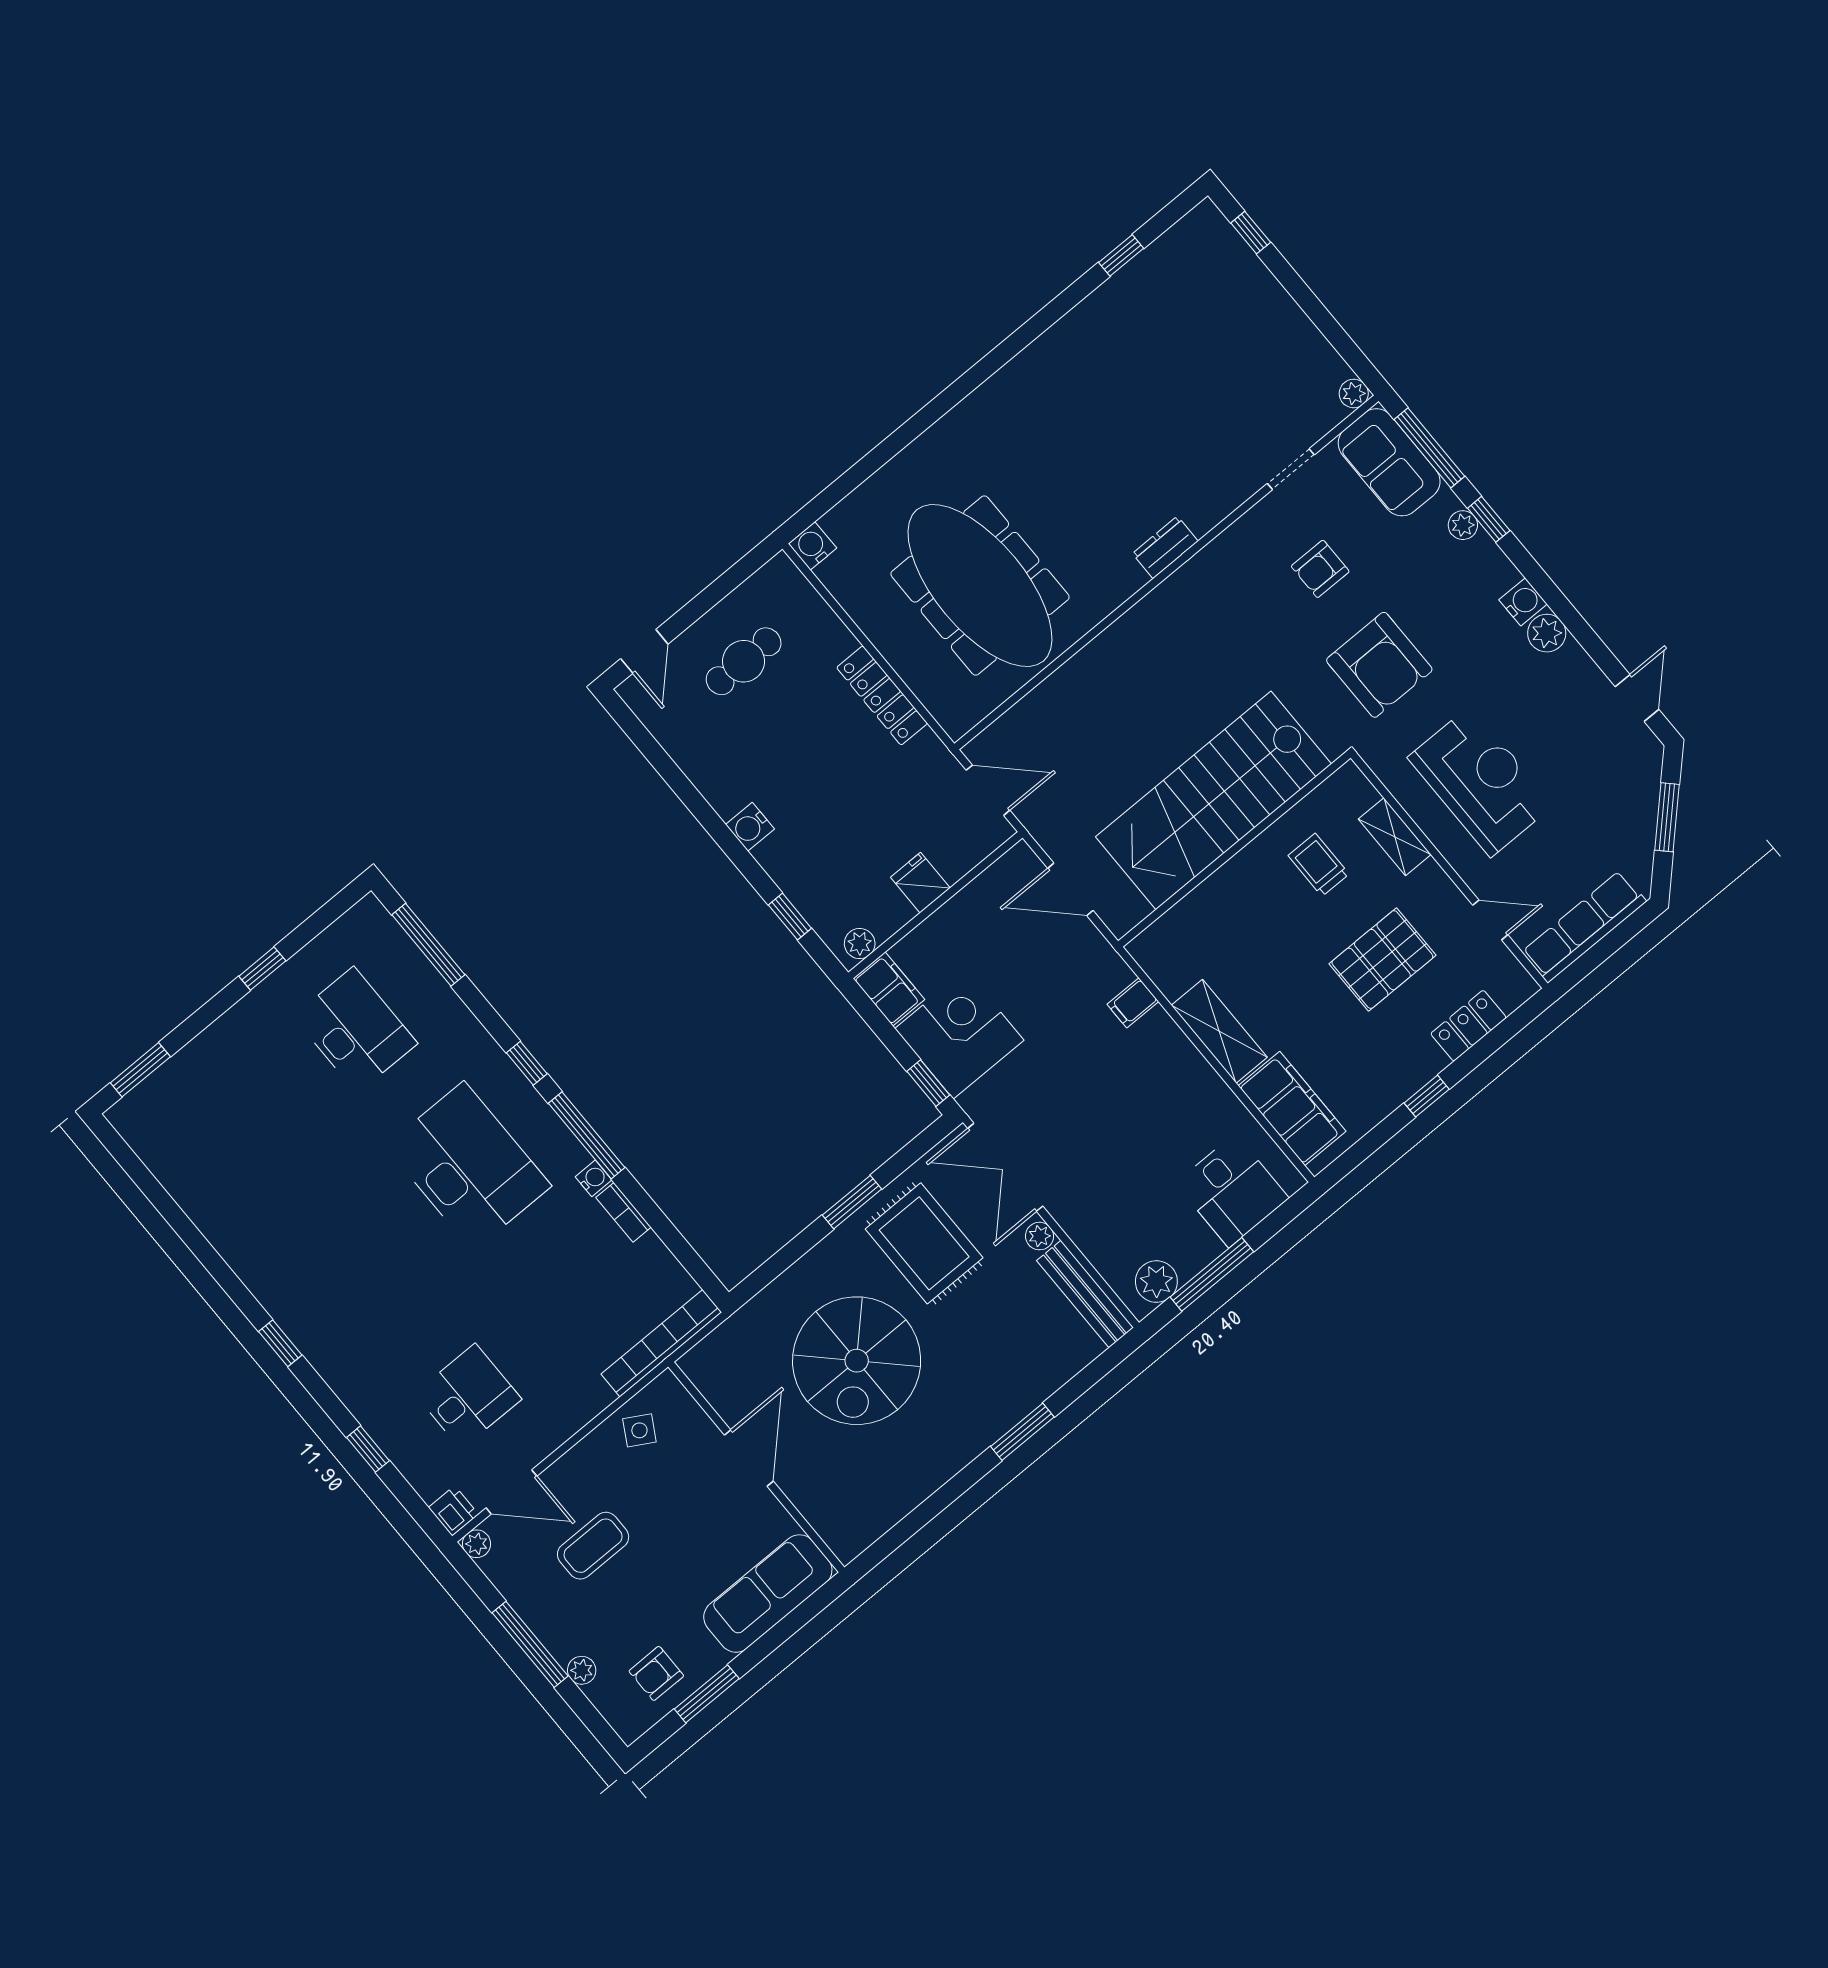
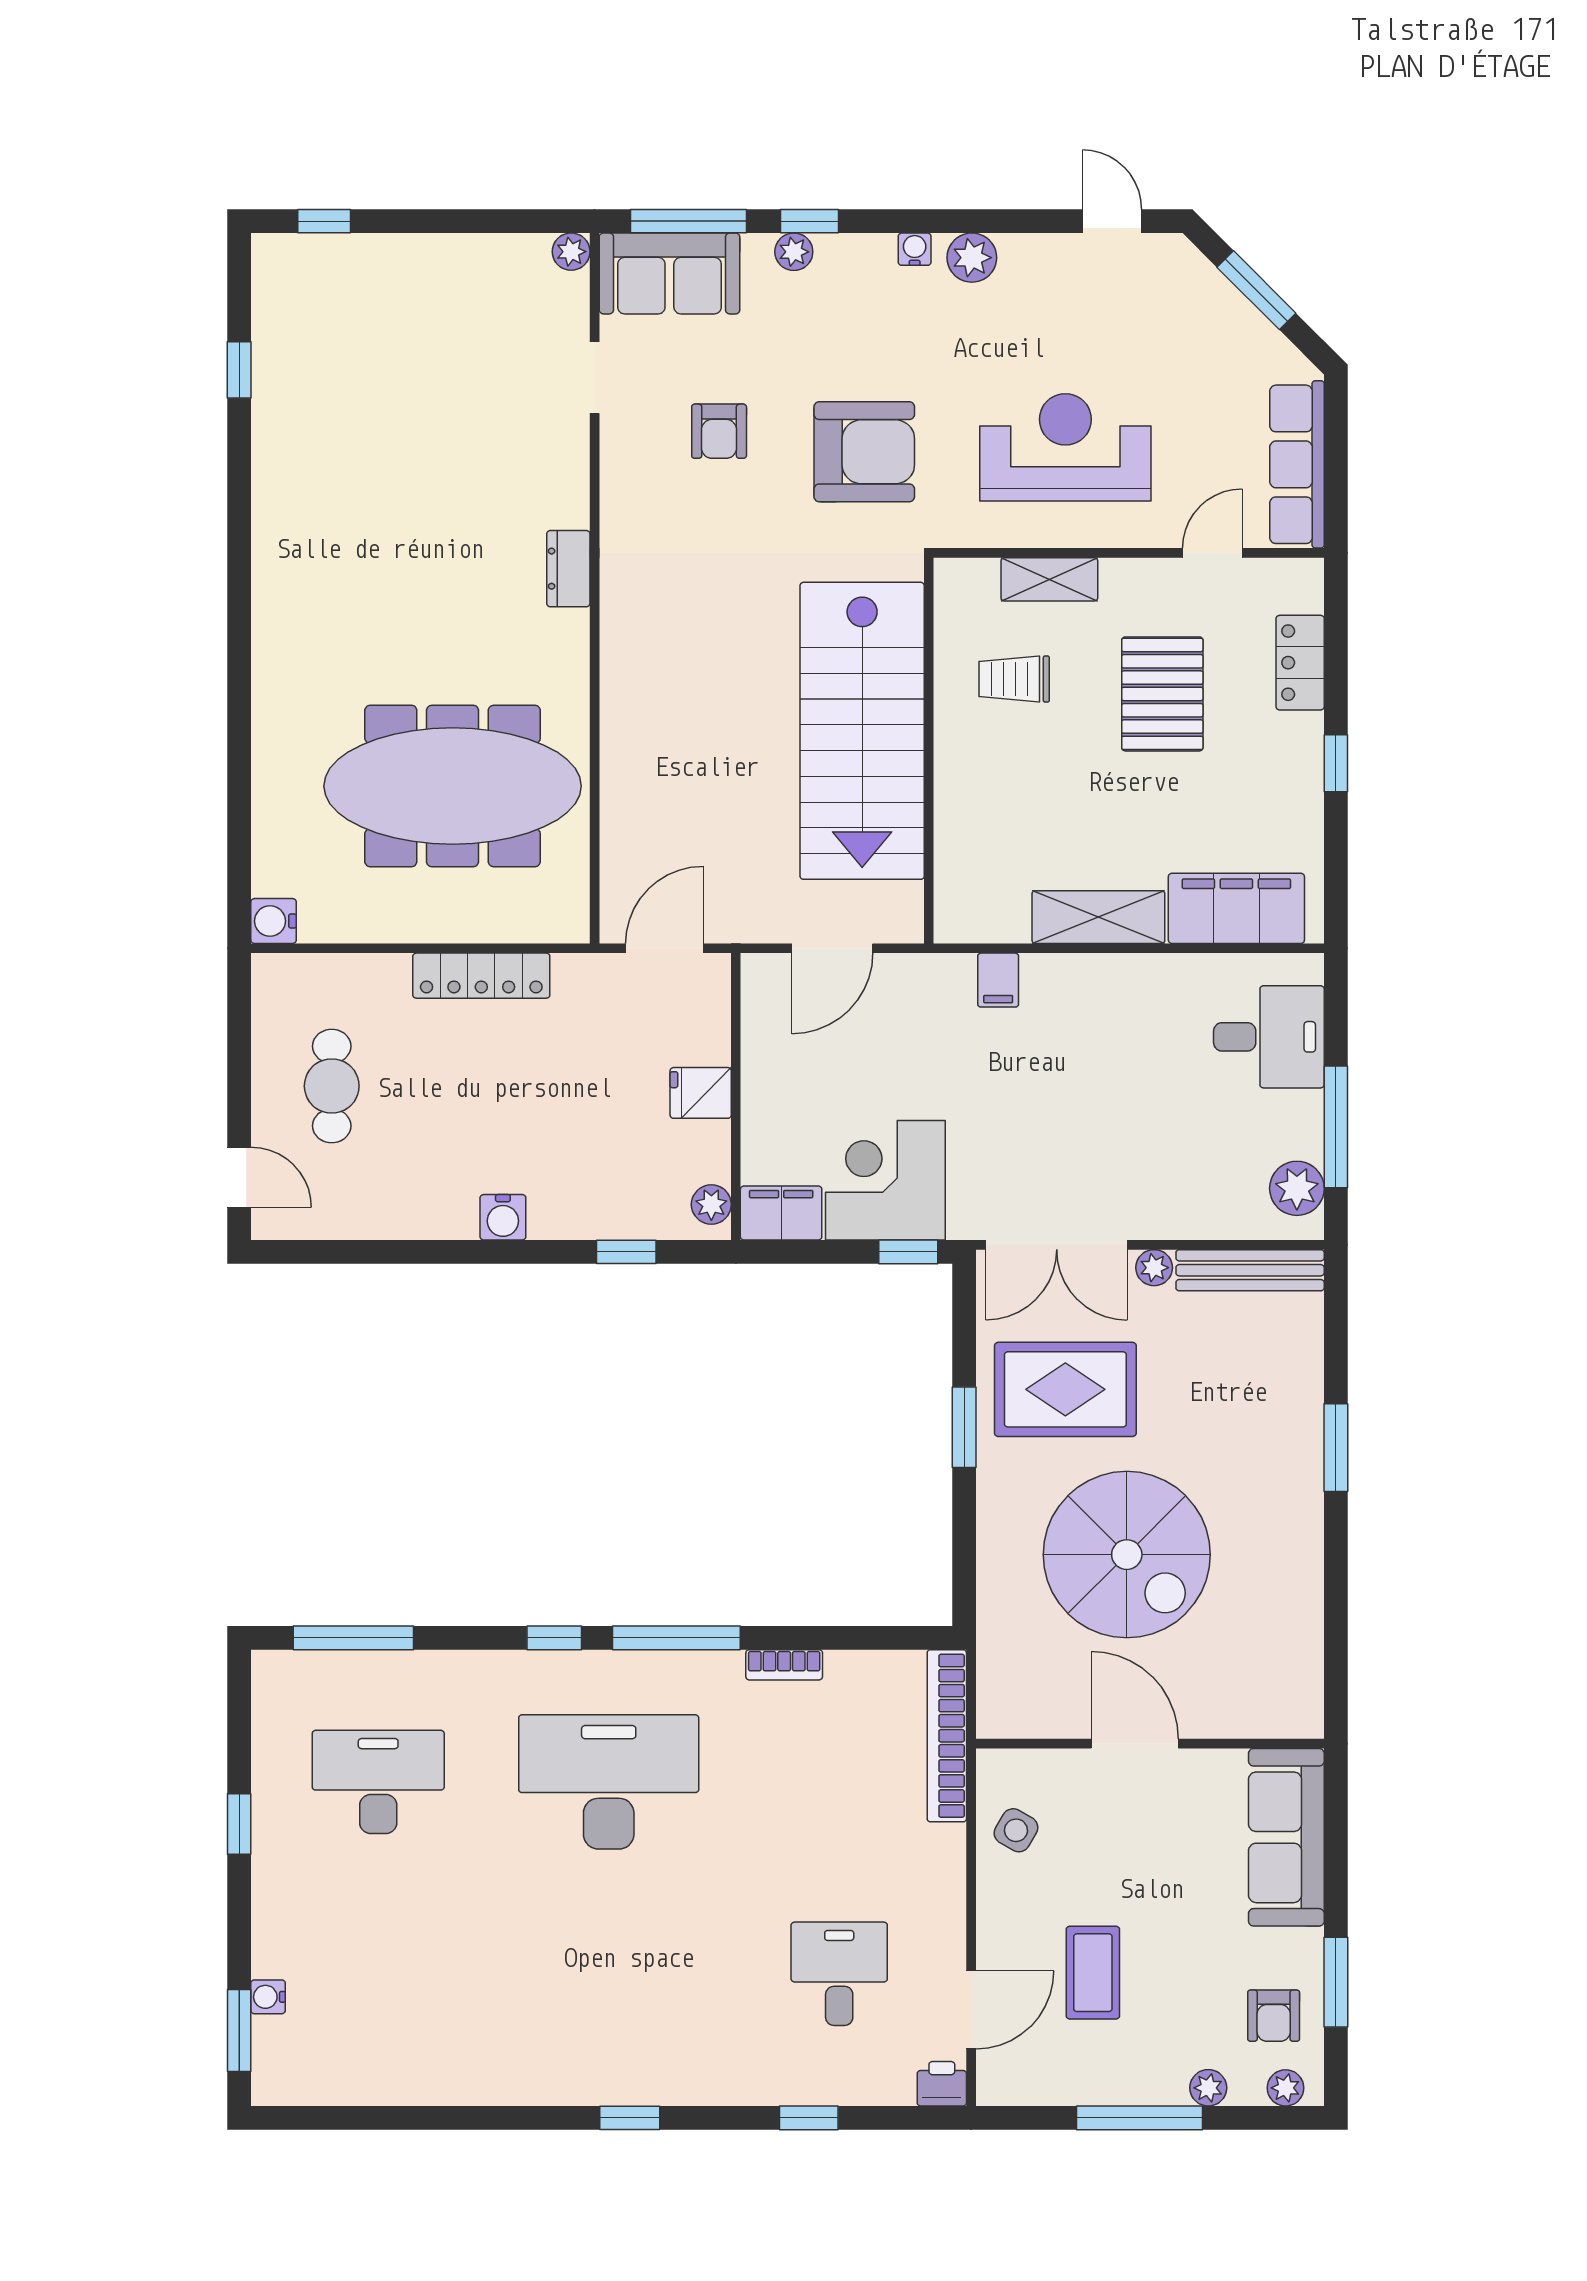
water cooler: (1523, 602) -> (915, 249), width x0.72, depth x0.72
water cooler: (593, 1178) -> (268, 1997), moved, turned -90
plant: (477, 1544) -> (1286, 2088), moved

